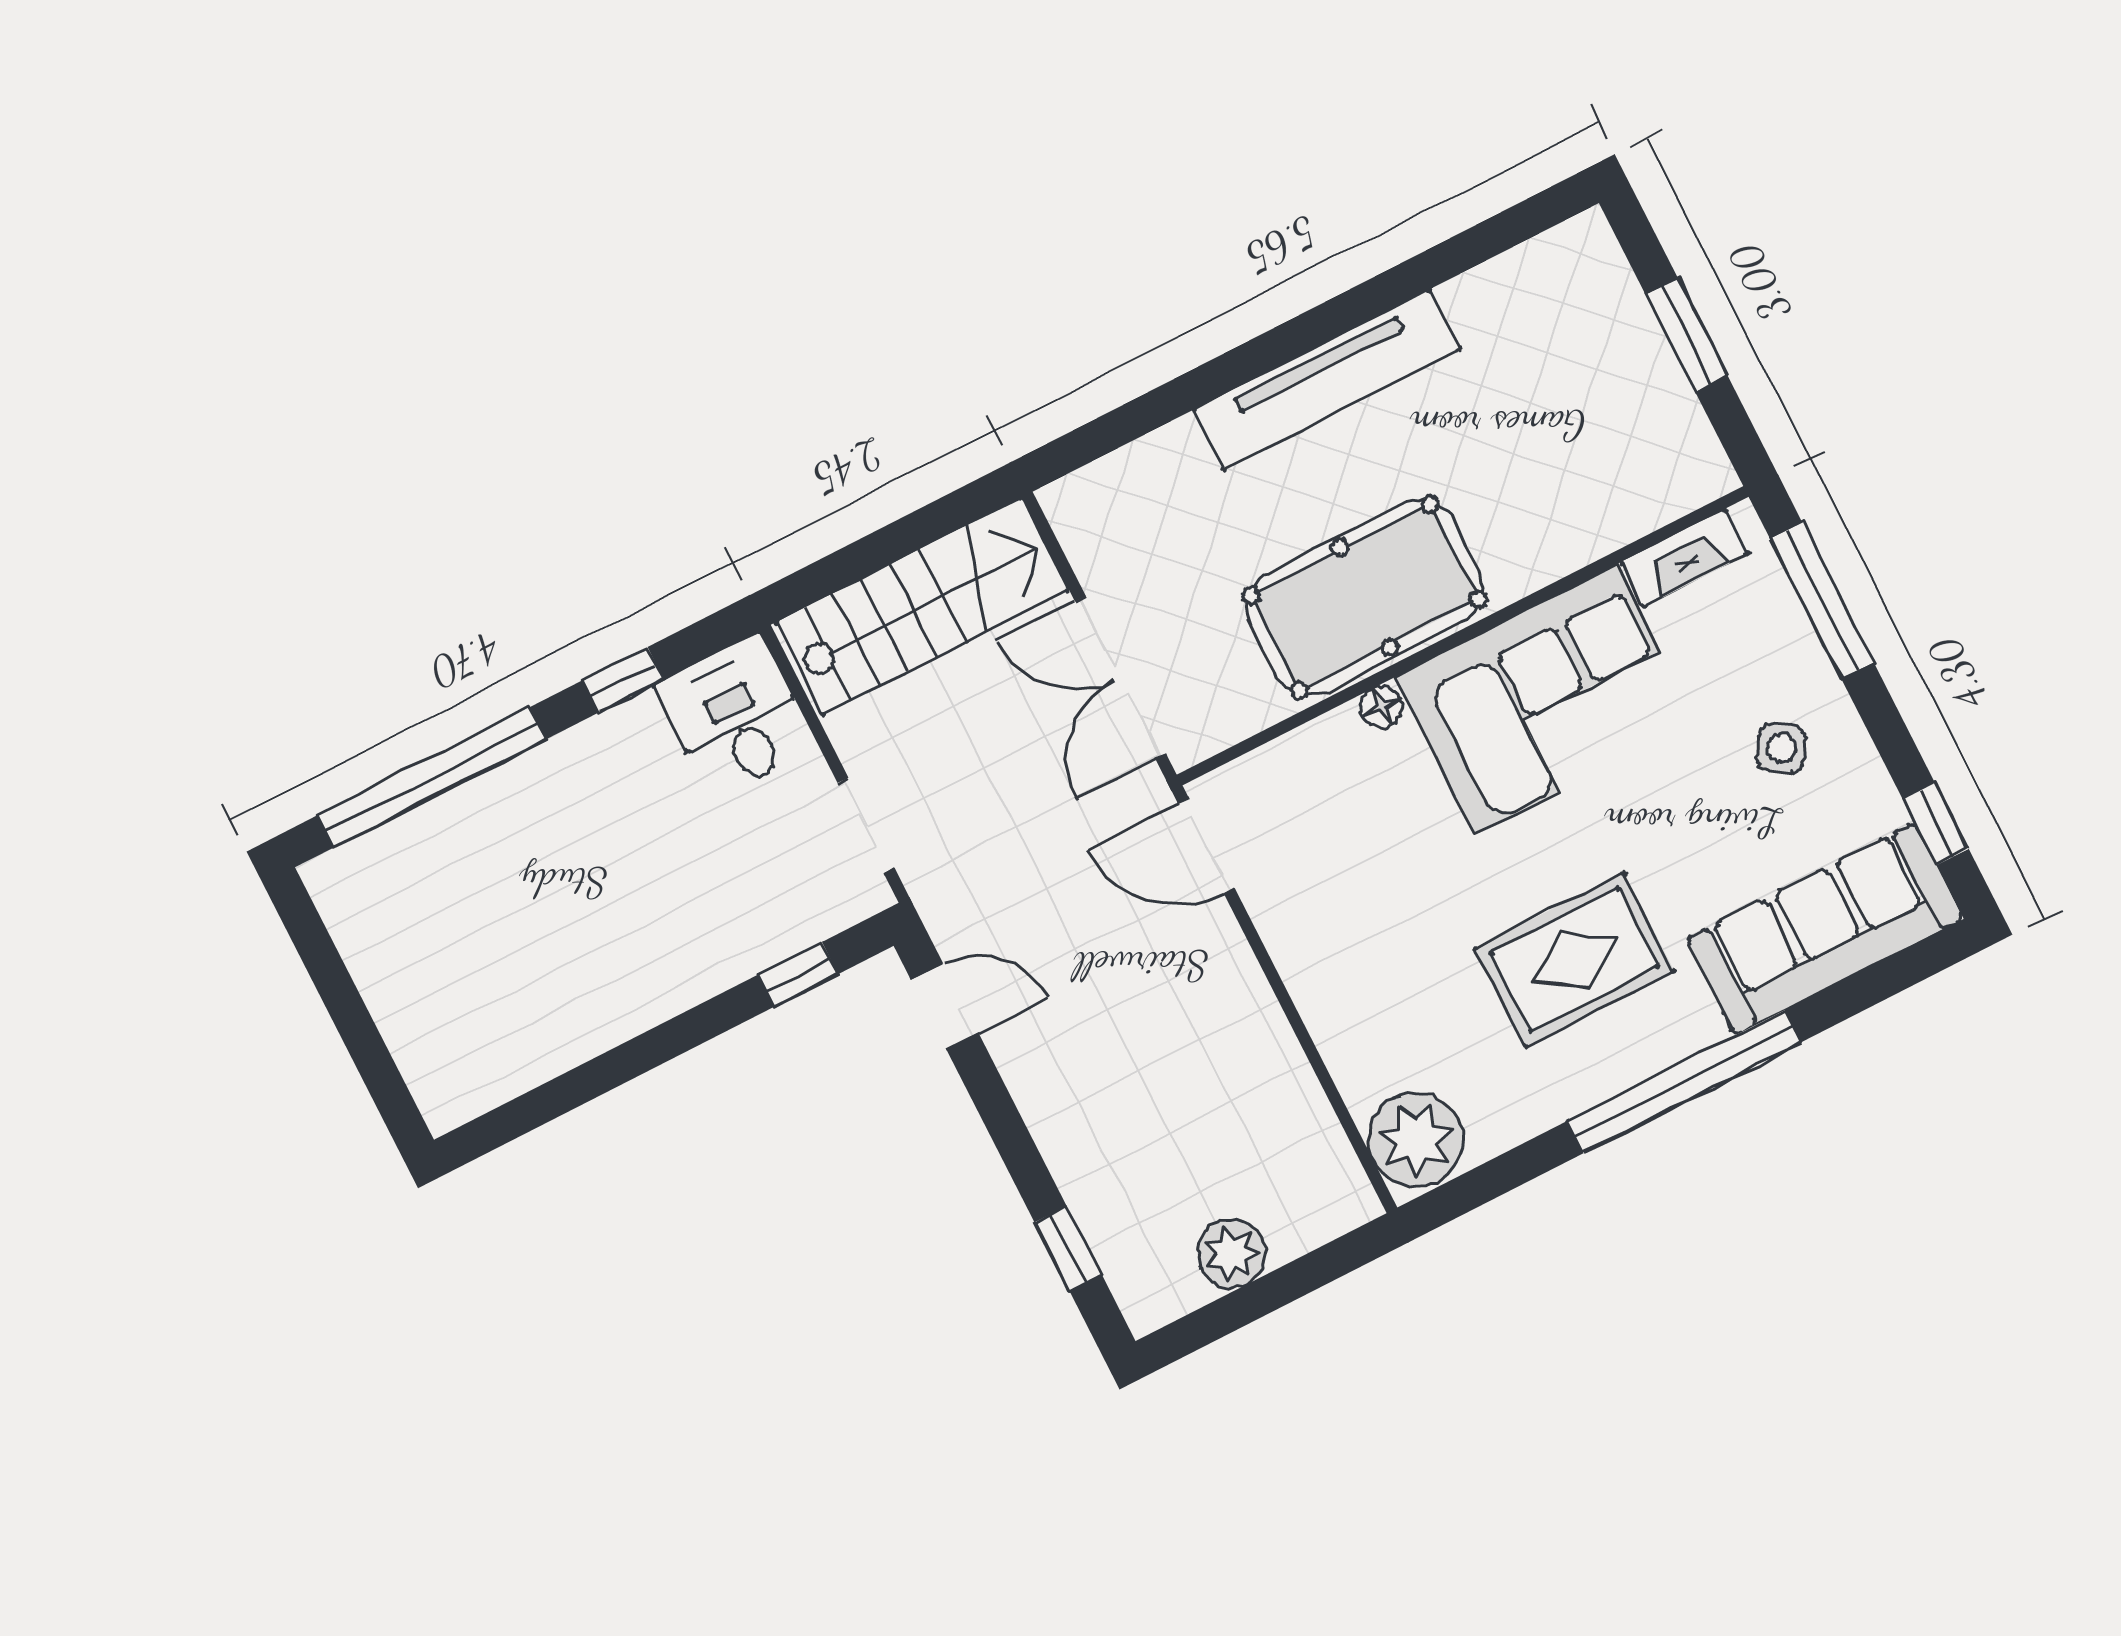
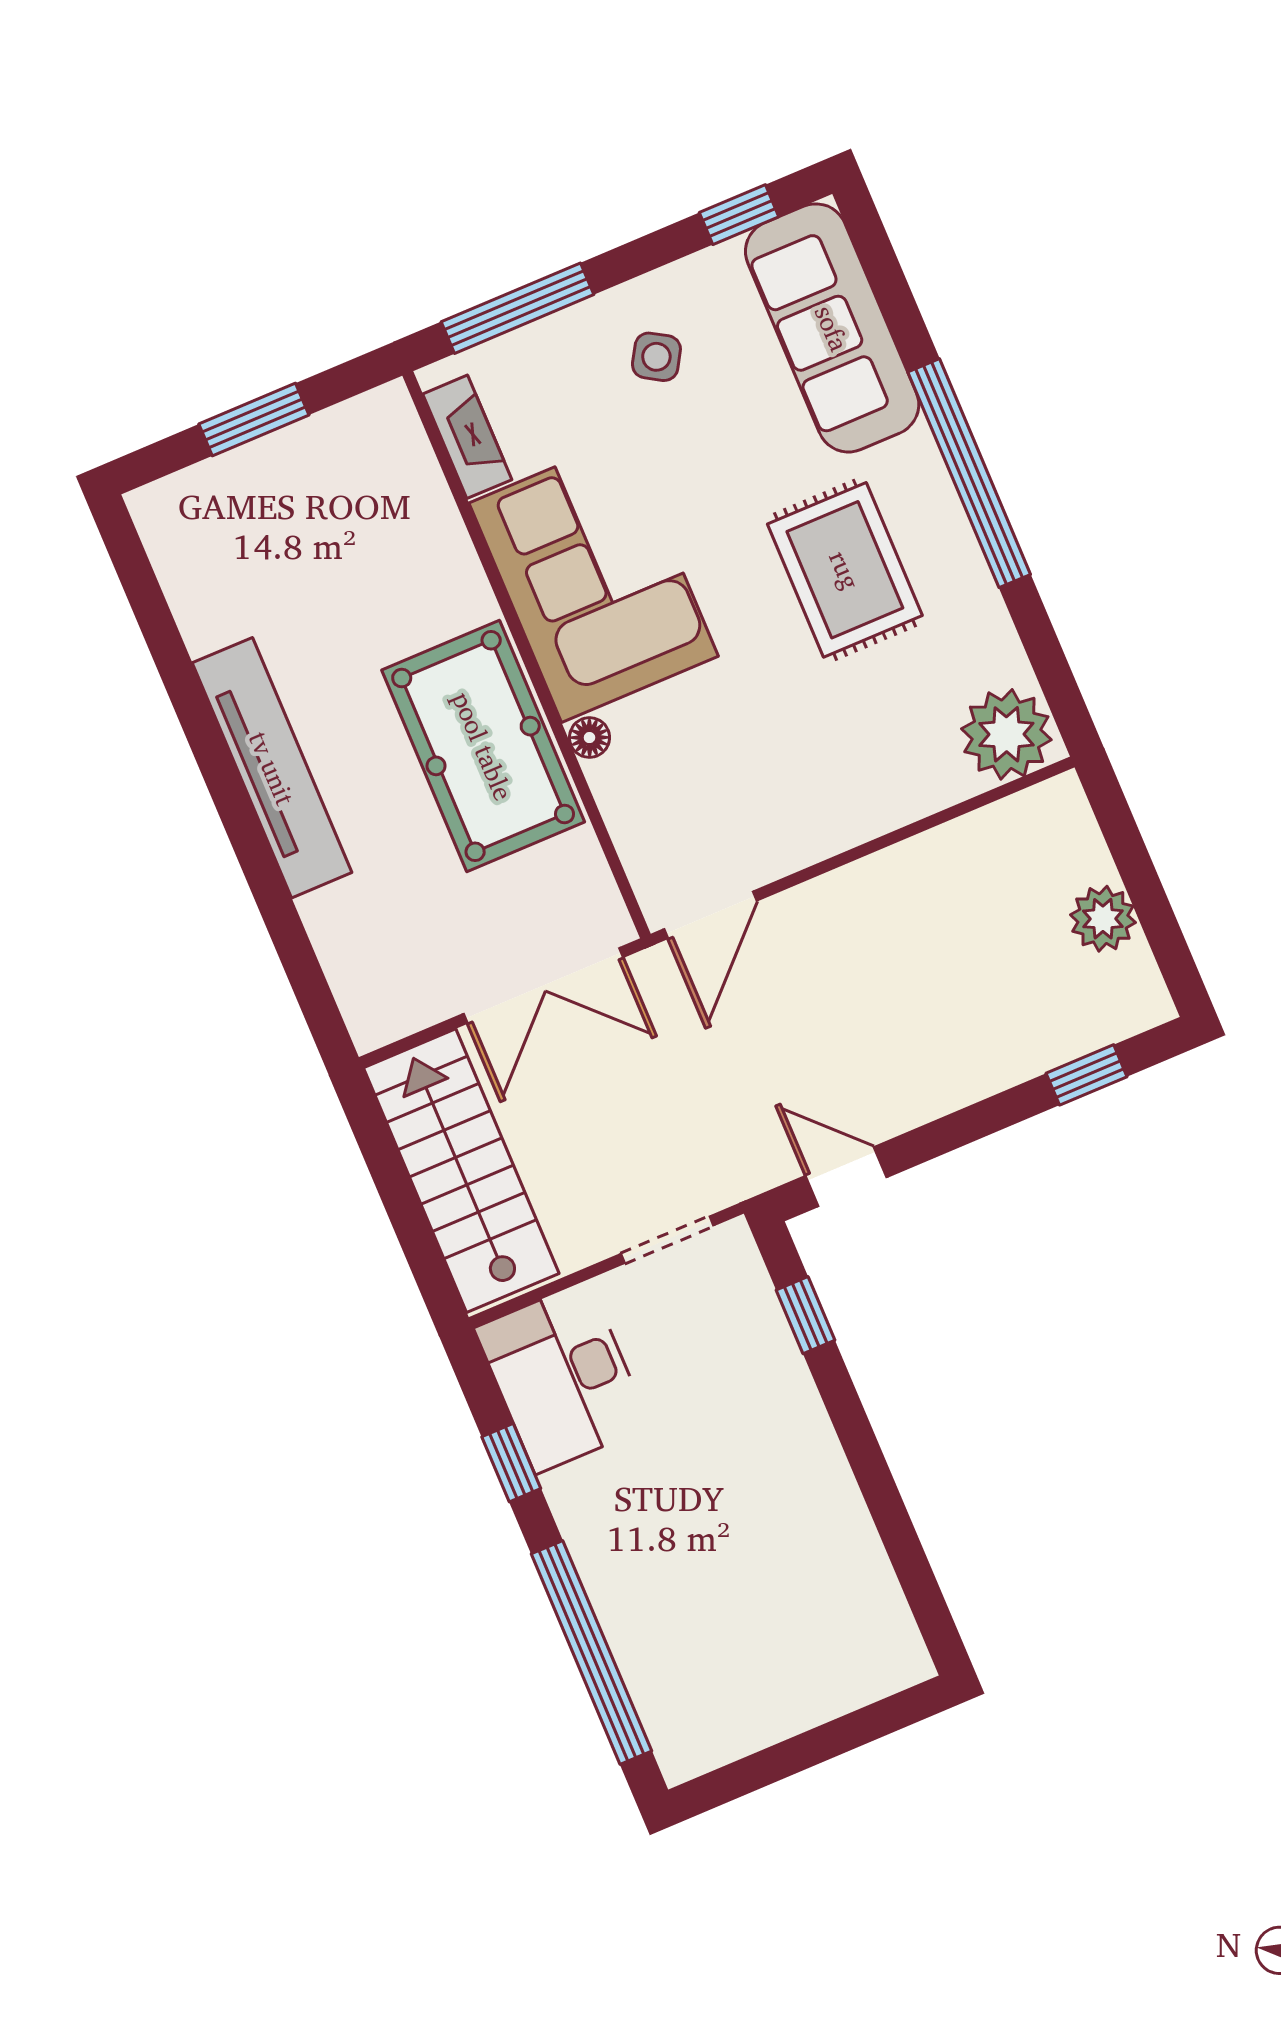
desk: (736, 716) -> (562, 1377), width x1.37
door: (945, 1006) -> (846, 1177), hinge flipped

